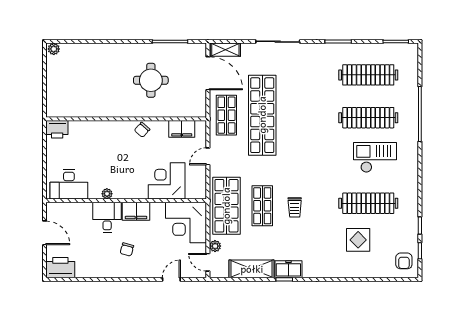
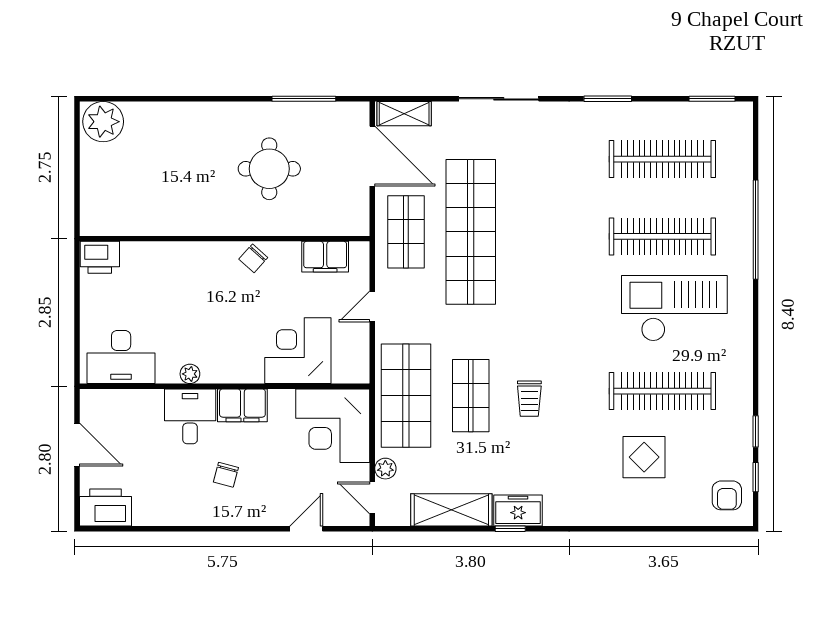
plant: (54, 49) -> (103, 122), width x1.87, depth x1.87
checkout: (375, 157) -> (674, 308), width x1.36, depth x1.21

